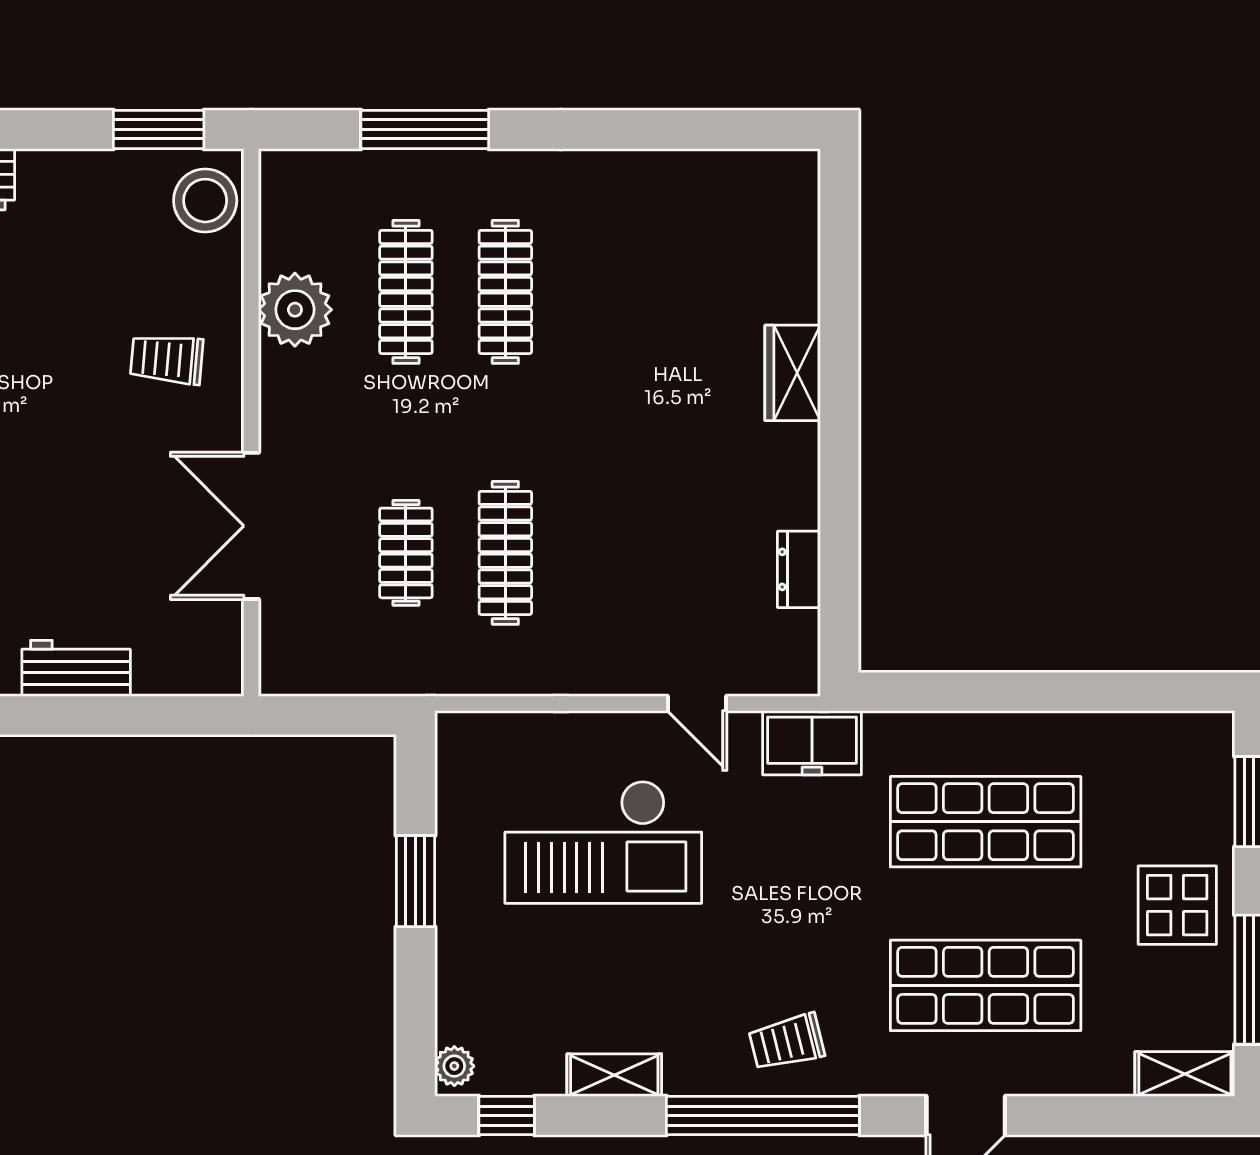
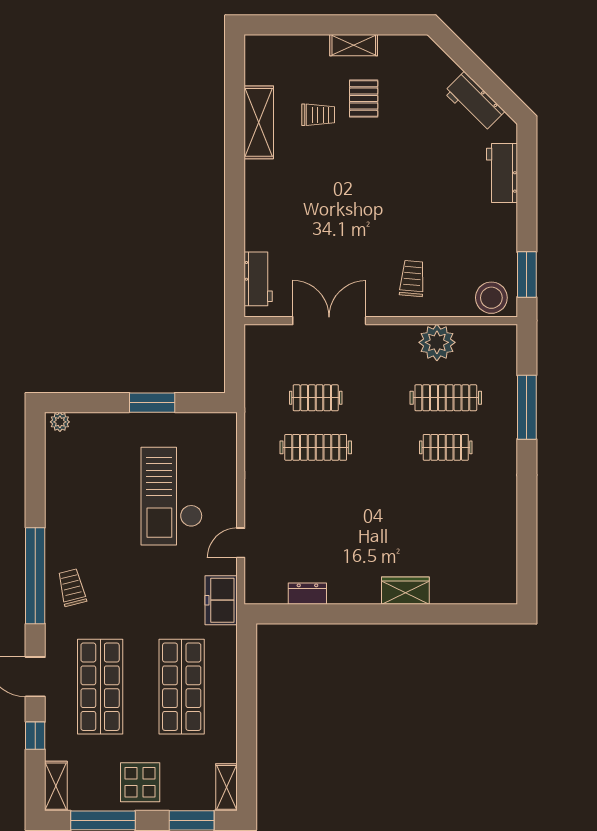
clothes rail: (505, 292) -> (446, 447), width x0.73
workbench: (76, 668) -> (258, 279), moved
shelving: (614, 1075) -> (226, 787), moved
window: (507, 1116) -> (35, 736), moved

